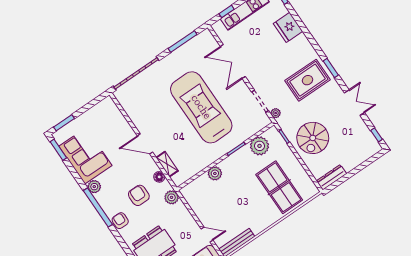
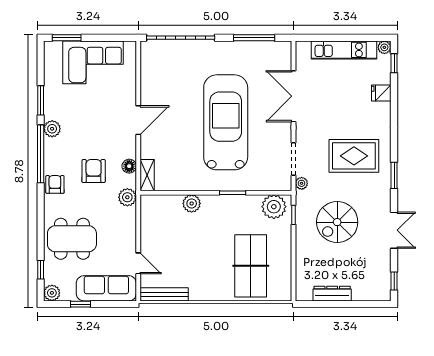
window: (227, 11) -> (324, 38), removed
fridge: (288, 27) -> (381, 93), width x0.53, depth x0.75
rug: (308, 80) -> (354, 156), moved
spiral stairs: (313, 138) -> (337, 222), moved
door: (145, 144) -> (138, 120), swing flipped
plant: (259, 146) -> (274, 207), moved
window: (58, 150) -> (41, 100), moved
corner sofa: (85, 156) -> (93, 62), moved, turned 90
shelving: (167, 164) -> (147, 175), moved
dresser: (332, 177) -> (332, 294), moved

